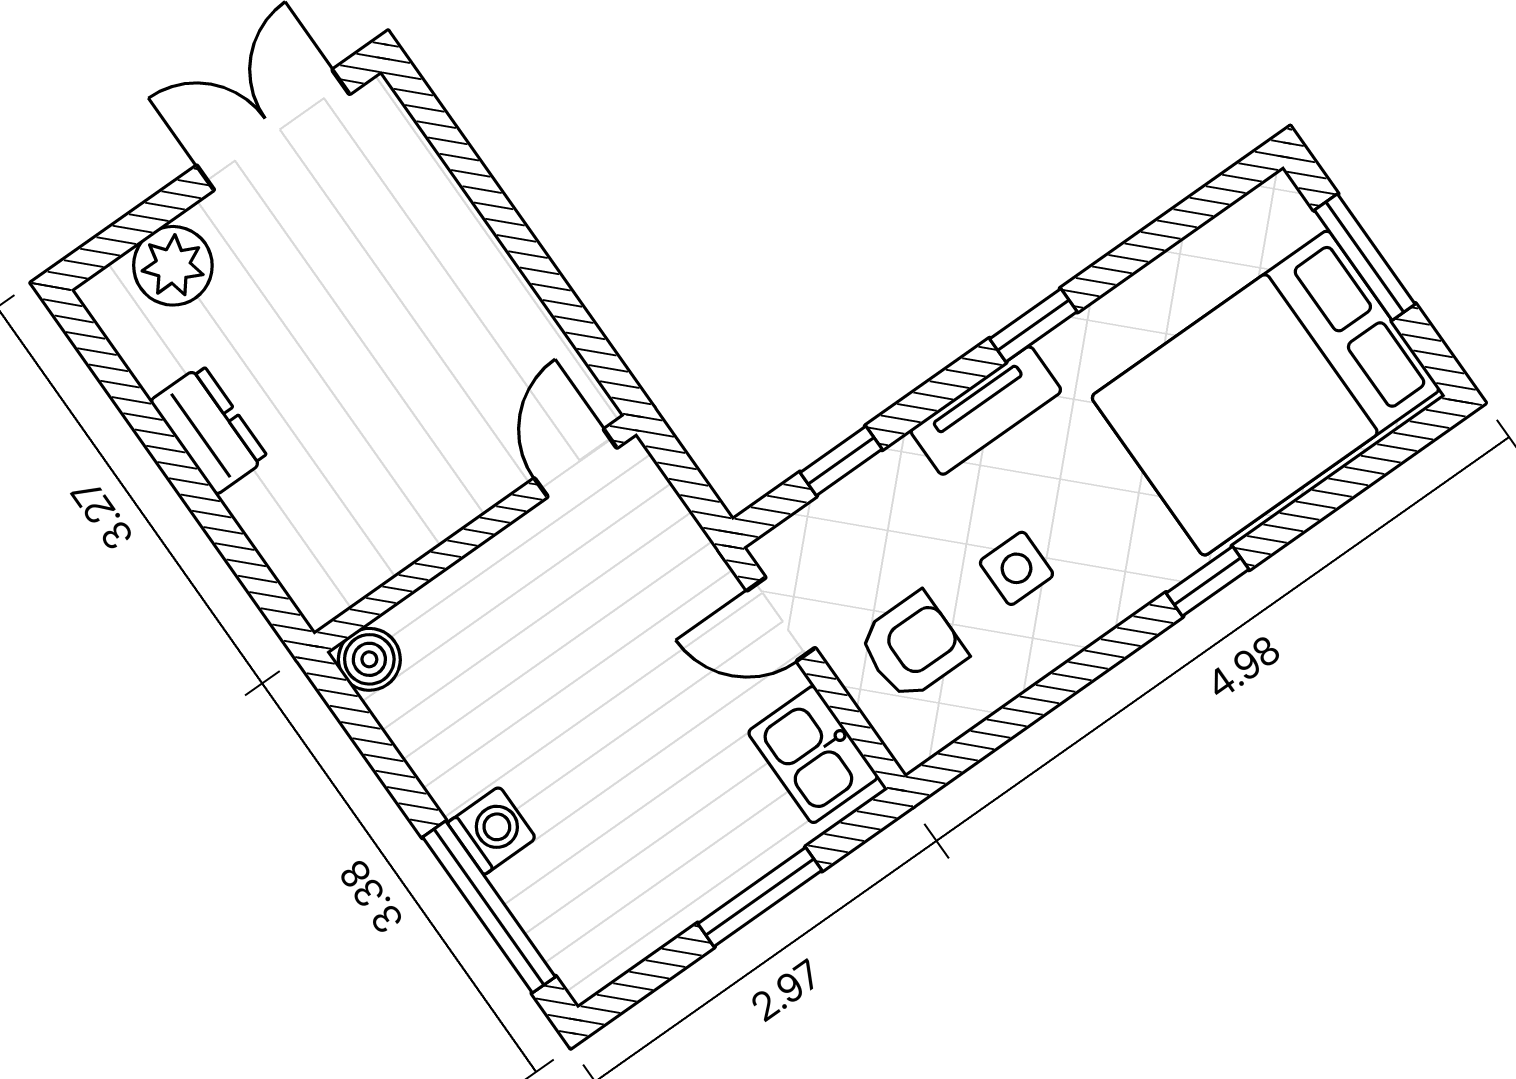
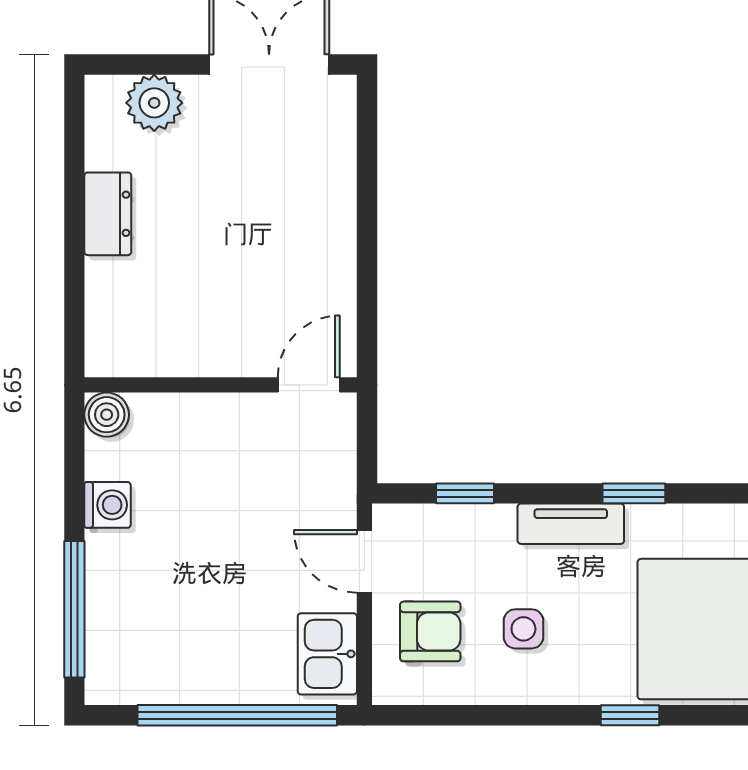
washing machine: (492, 831) -> (108, 505), moved
window: (760, 897) -> (237, 715), width x2.11

